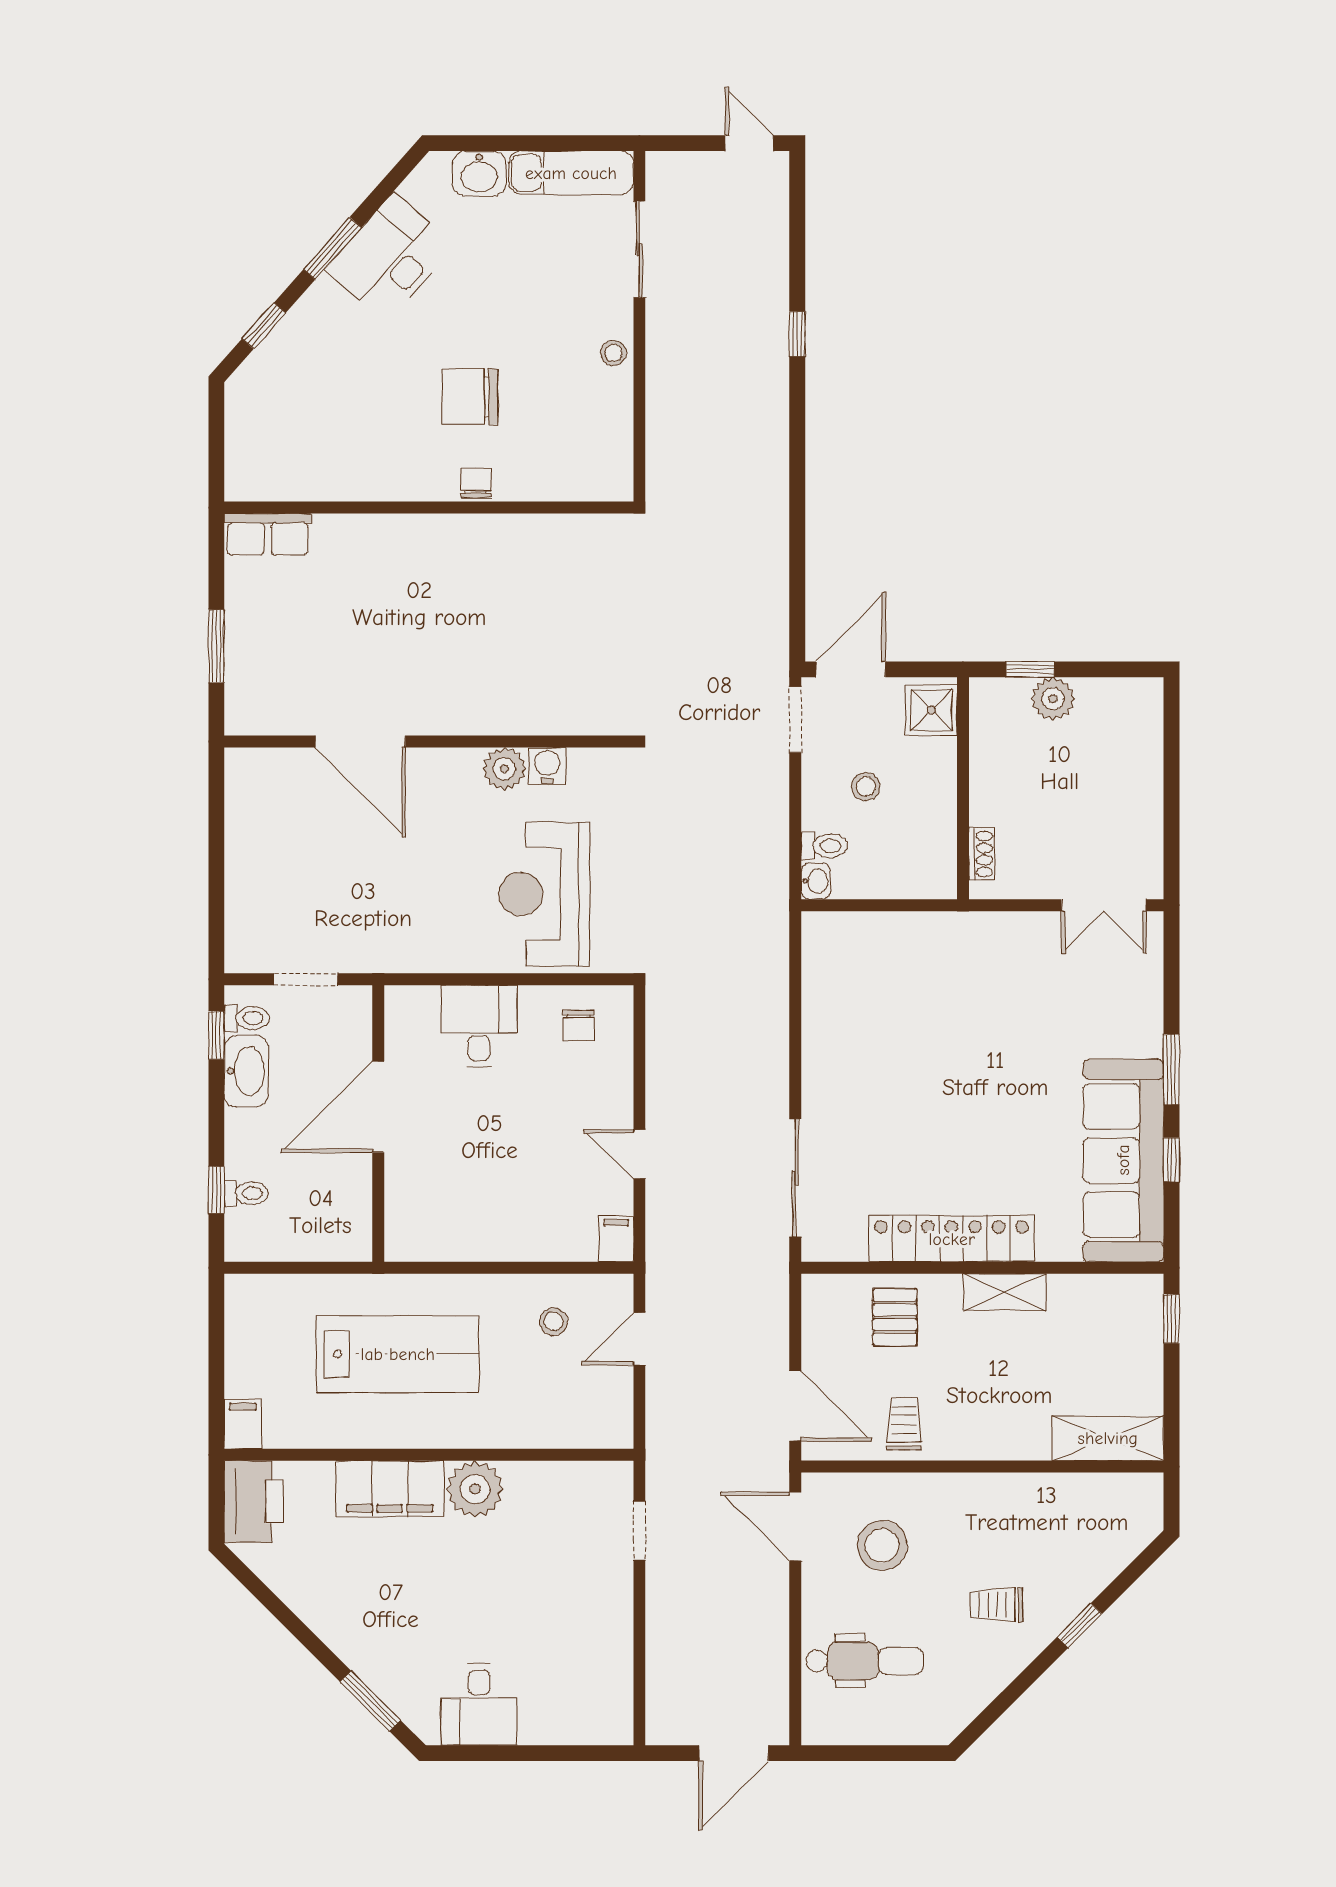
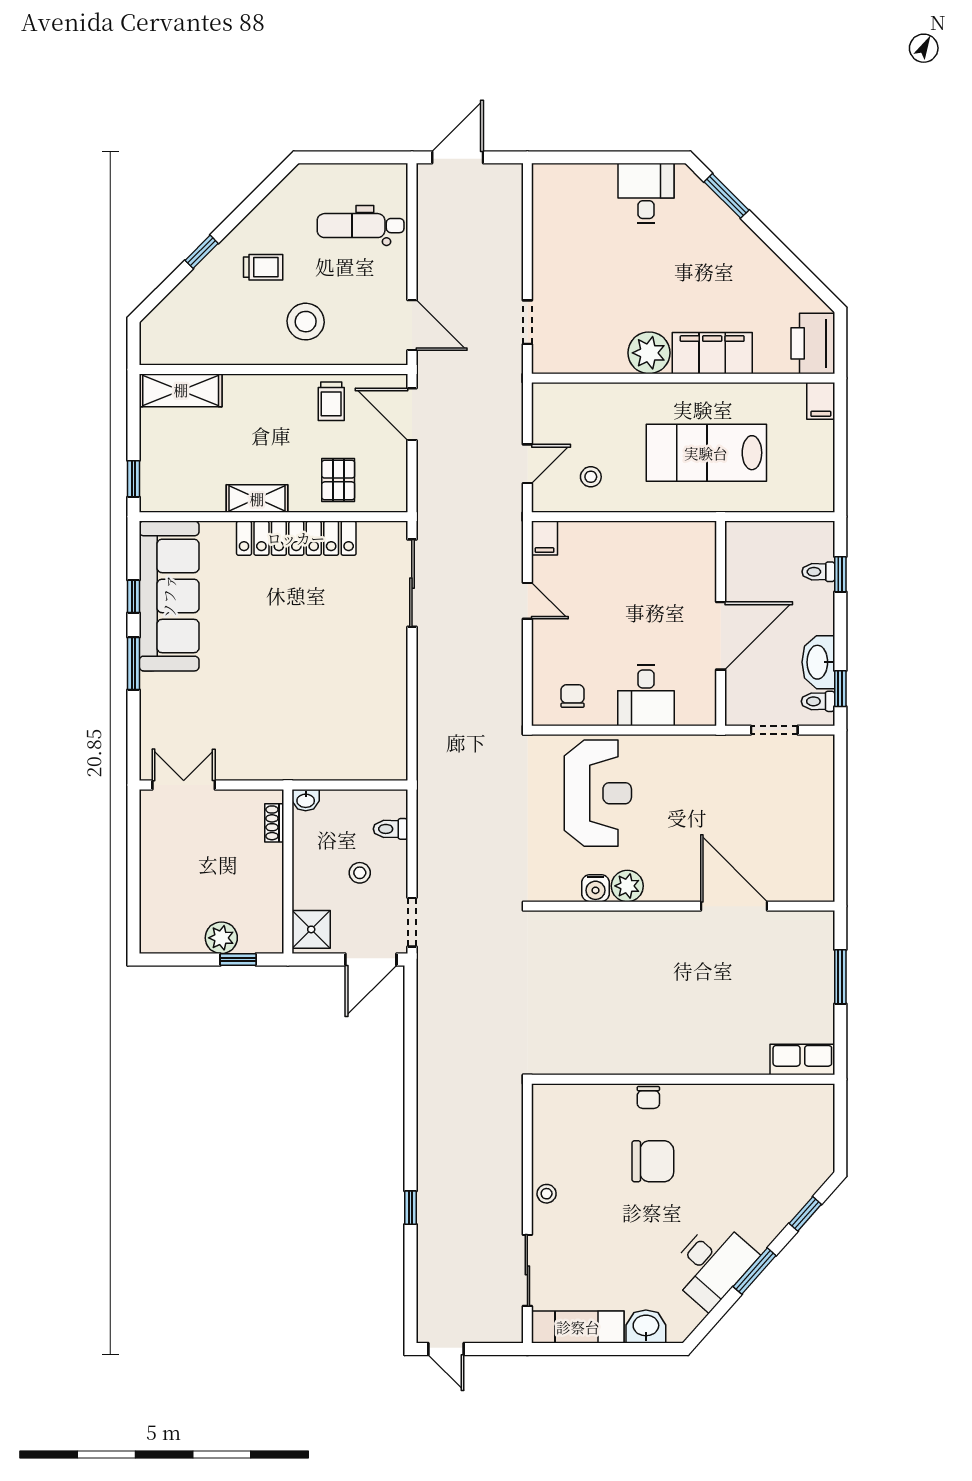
washbasin: (816, 881) -> (306, 800), moved, turned -90
stool: (882, 1545) -> (306, 322), moved

